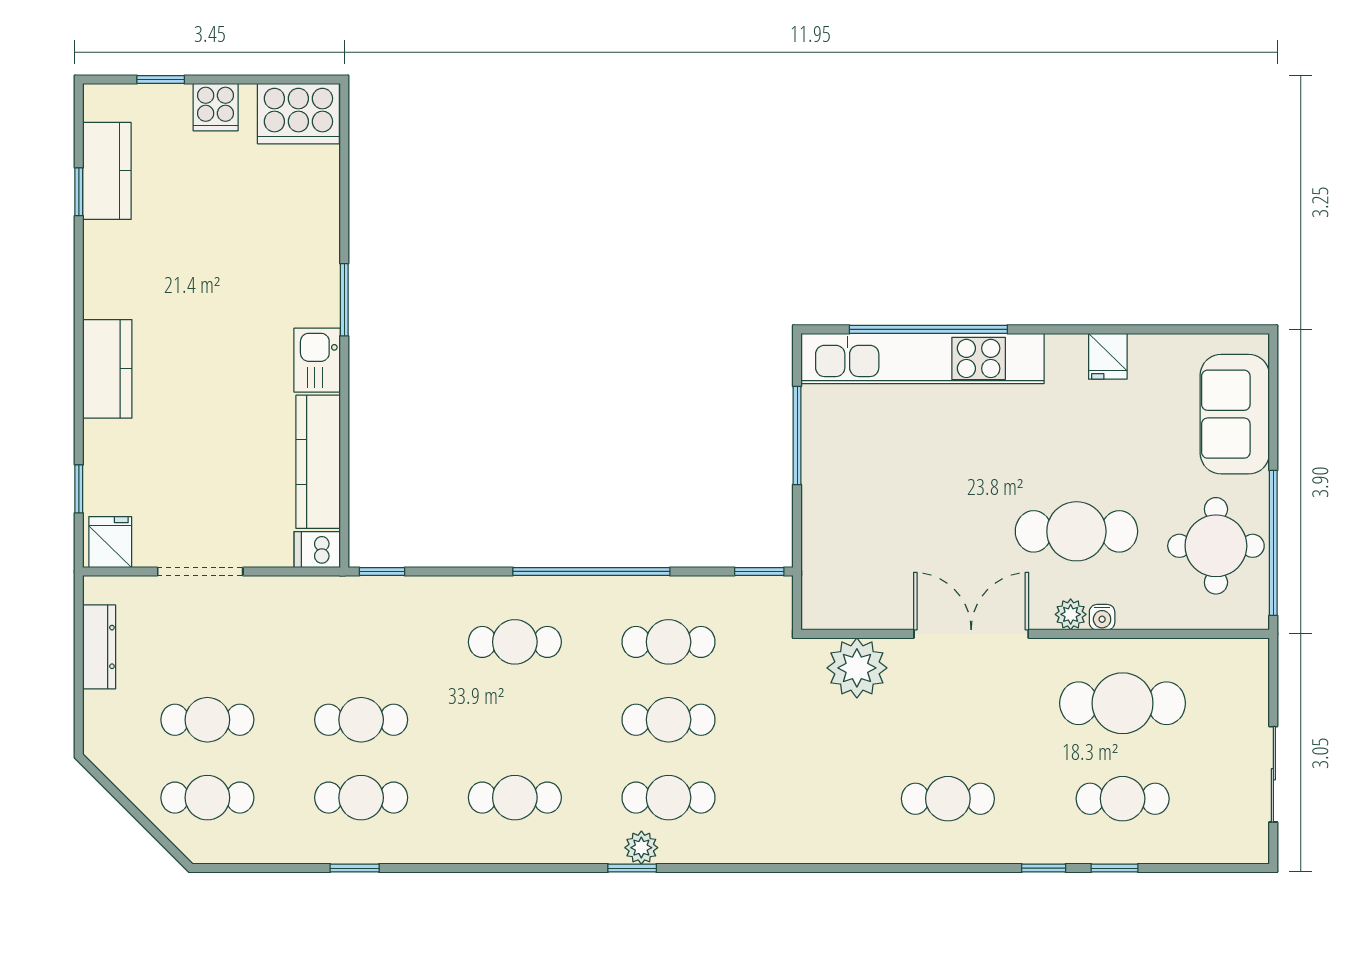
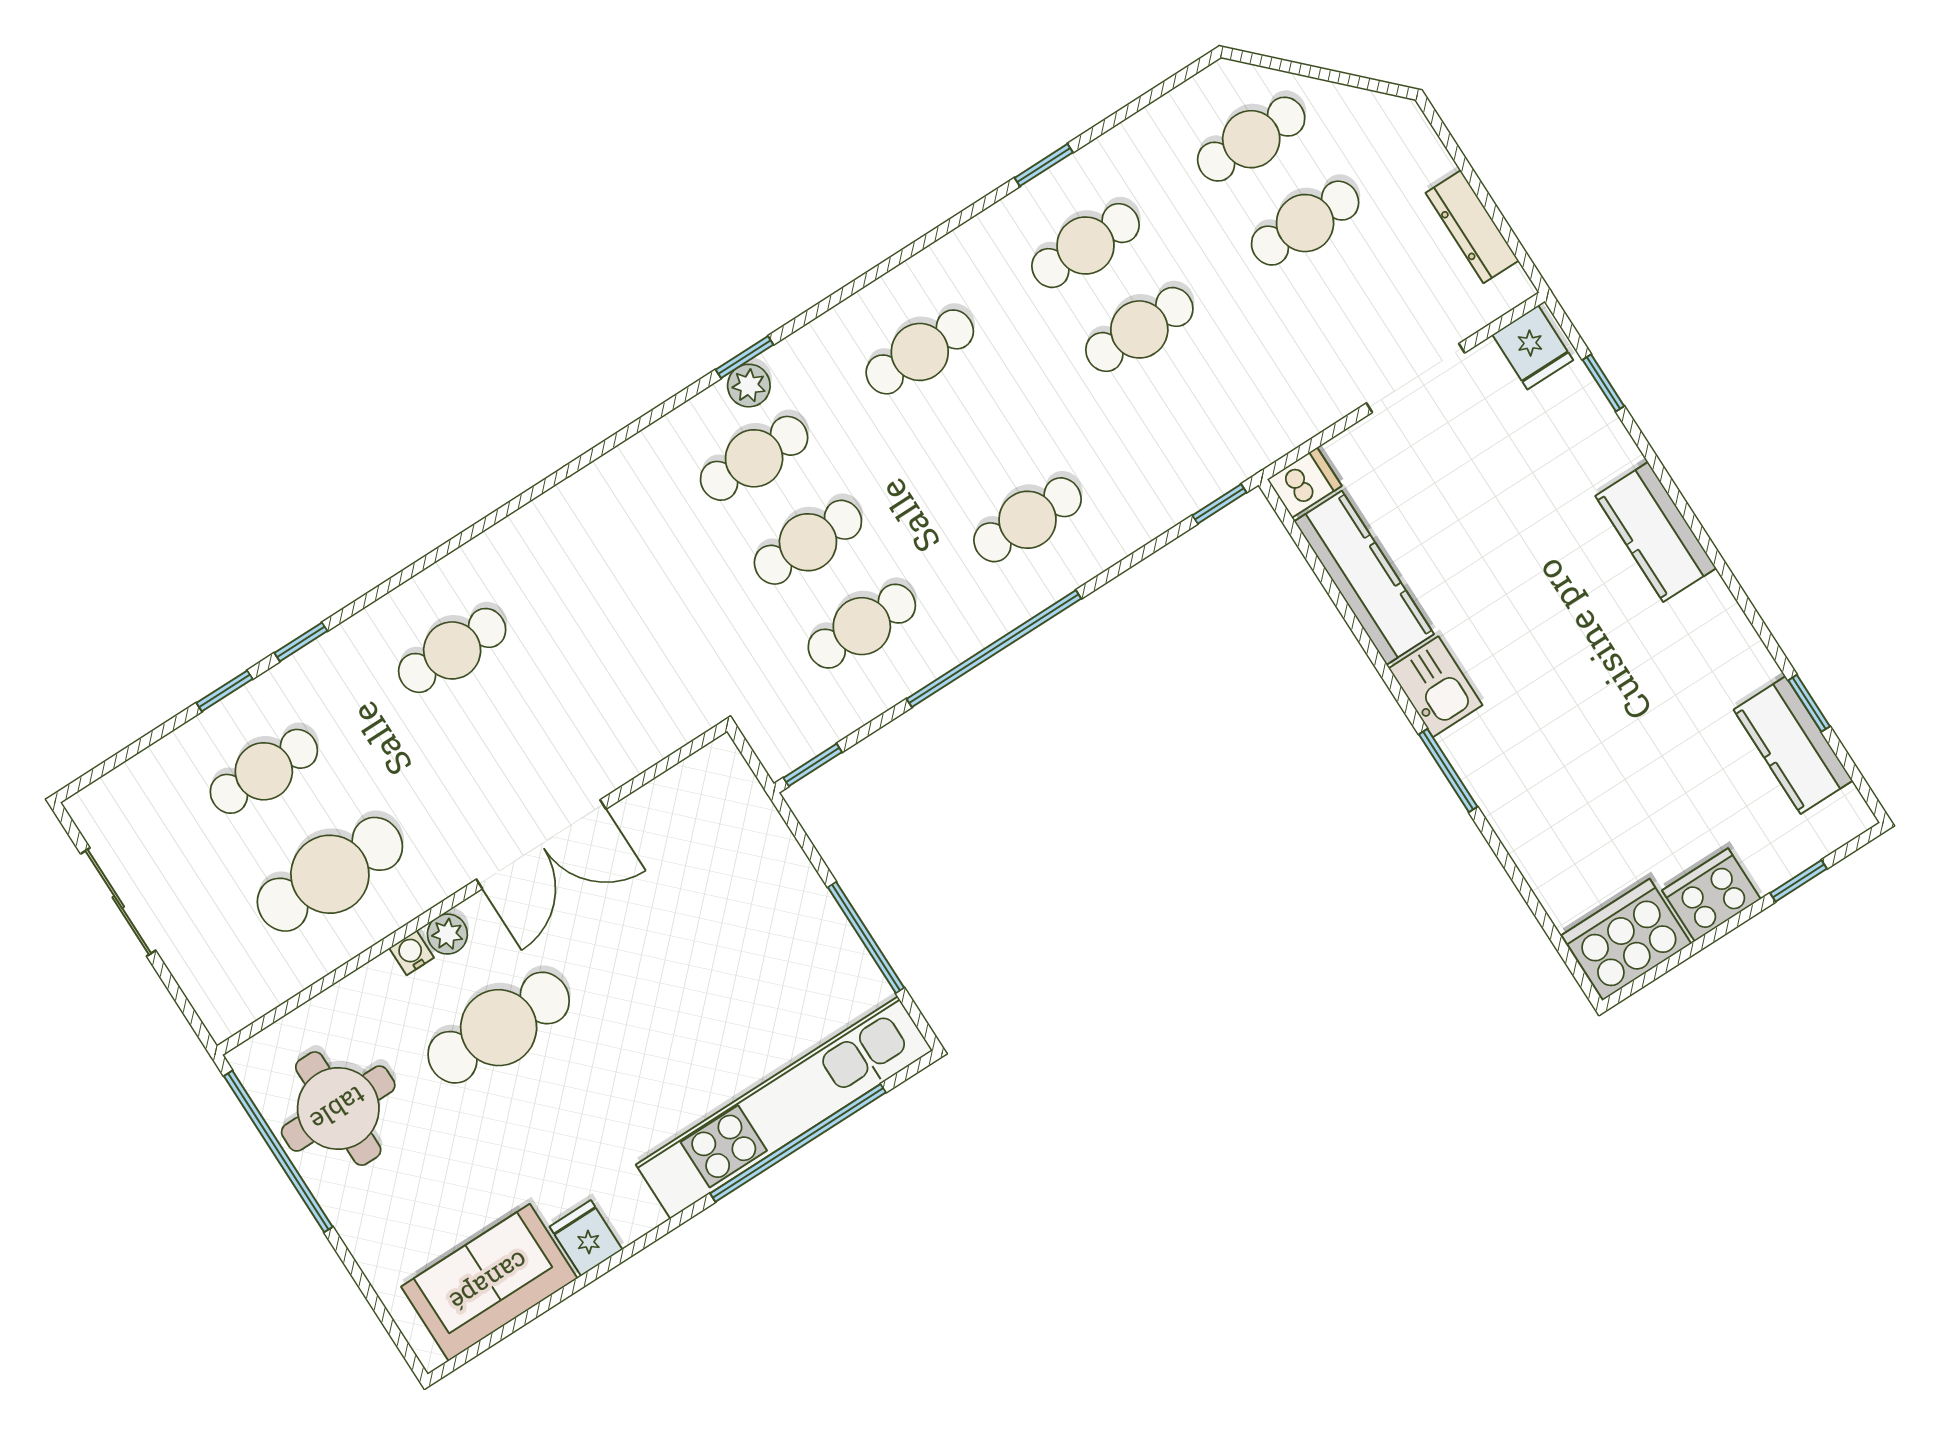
cooker: (216, 107) -> (1711, 895), width x1.36
sofa: (1235, 414) -> (489, 1282), moved, turned -90
plant: (857, 668) -> (641, 728), removed

